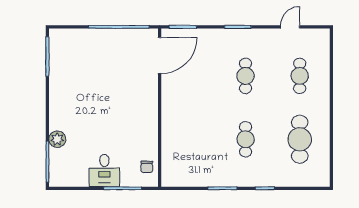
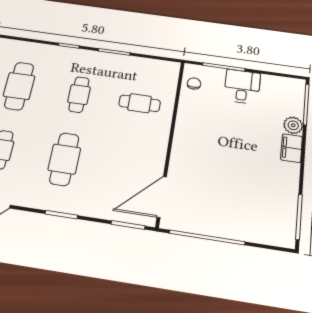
cafe table: (246, 76) -> (64, 159), width x1.37, depth x1.35
filing cabinet: (57, 117) -> (292, 148), added
cafe table: (191, 139) -> (140, 103), added

